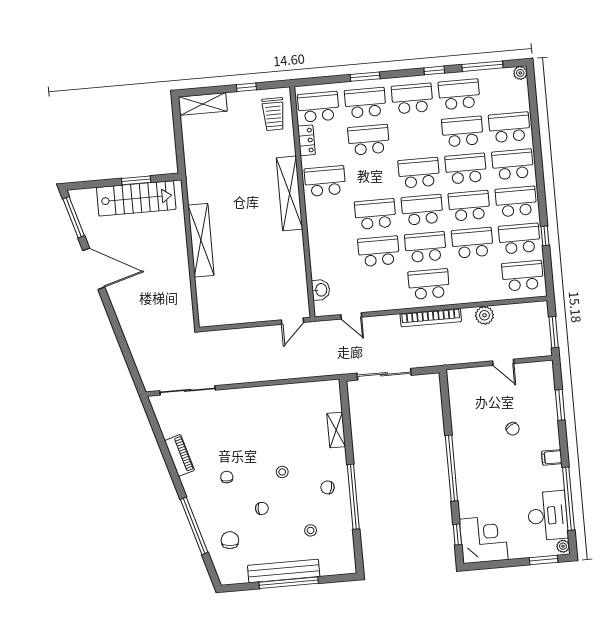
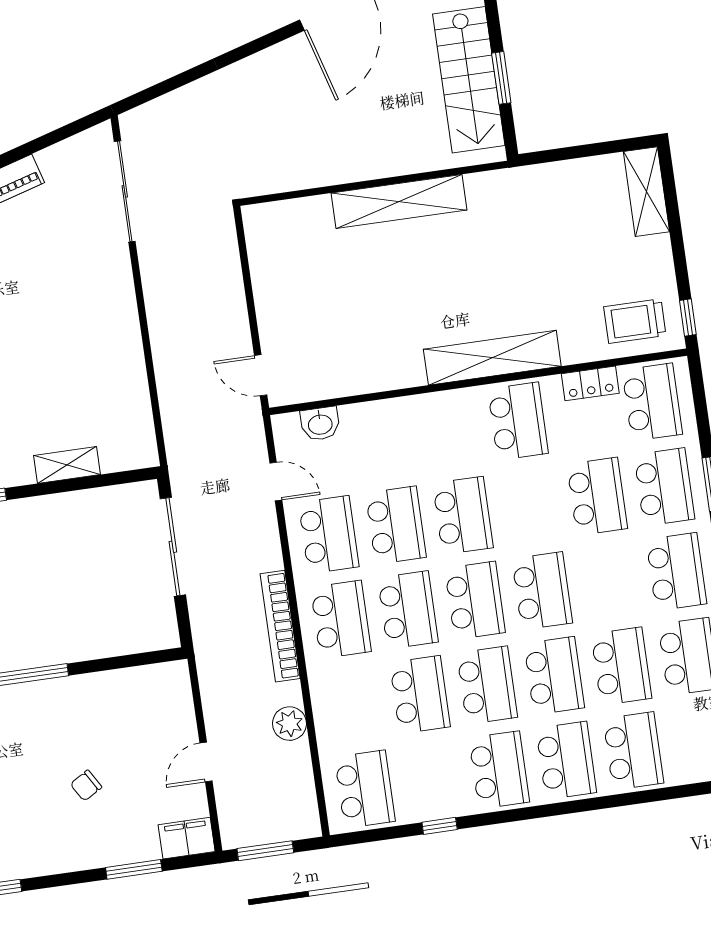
window: (246, 87) -> (688, 318), moved
school desk: (519, 239) -> (329, 535), moved
door: (351, 316) -> (276, 482), swing flipped
filing cabinet: (552, 457) -> (187, 838), moved, width x2.00

